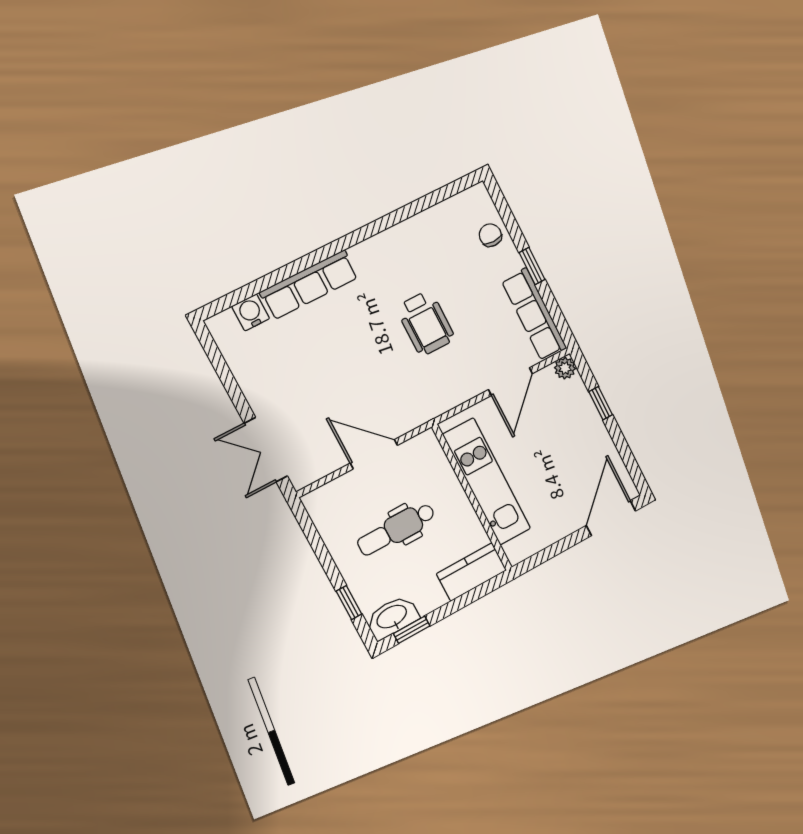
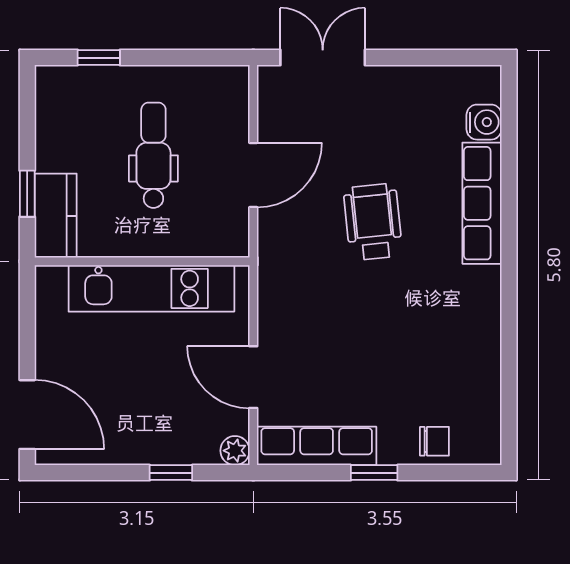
wheelchair: (426, 323) -> (373, 222), moved, turned 84
washbasin: (392, 617) -> (54, 97), removed
window: (412, 630) -> (27, 194), moved

